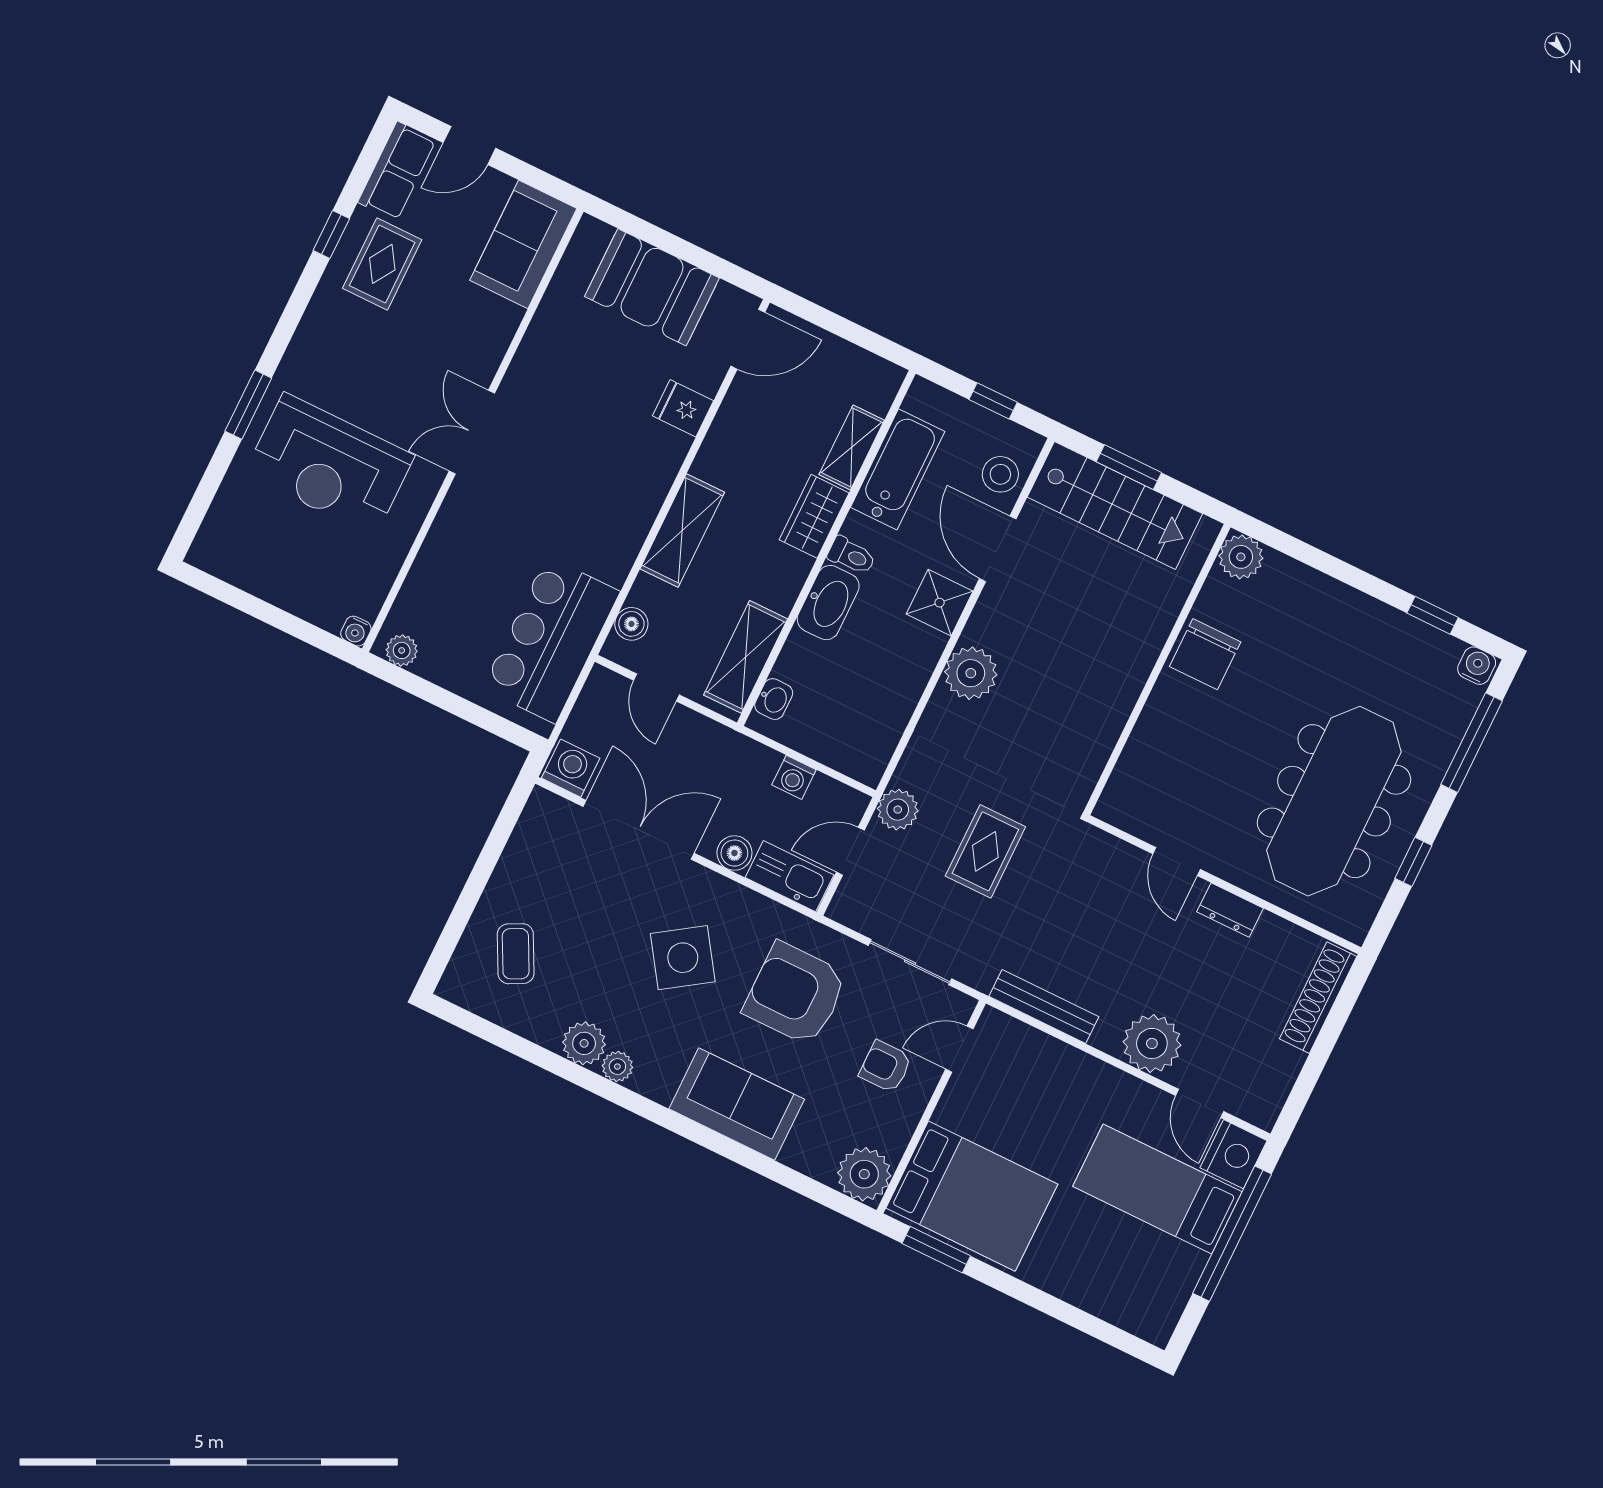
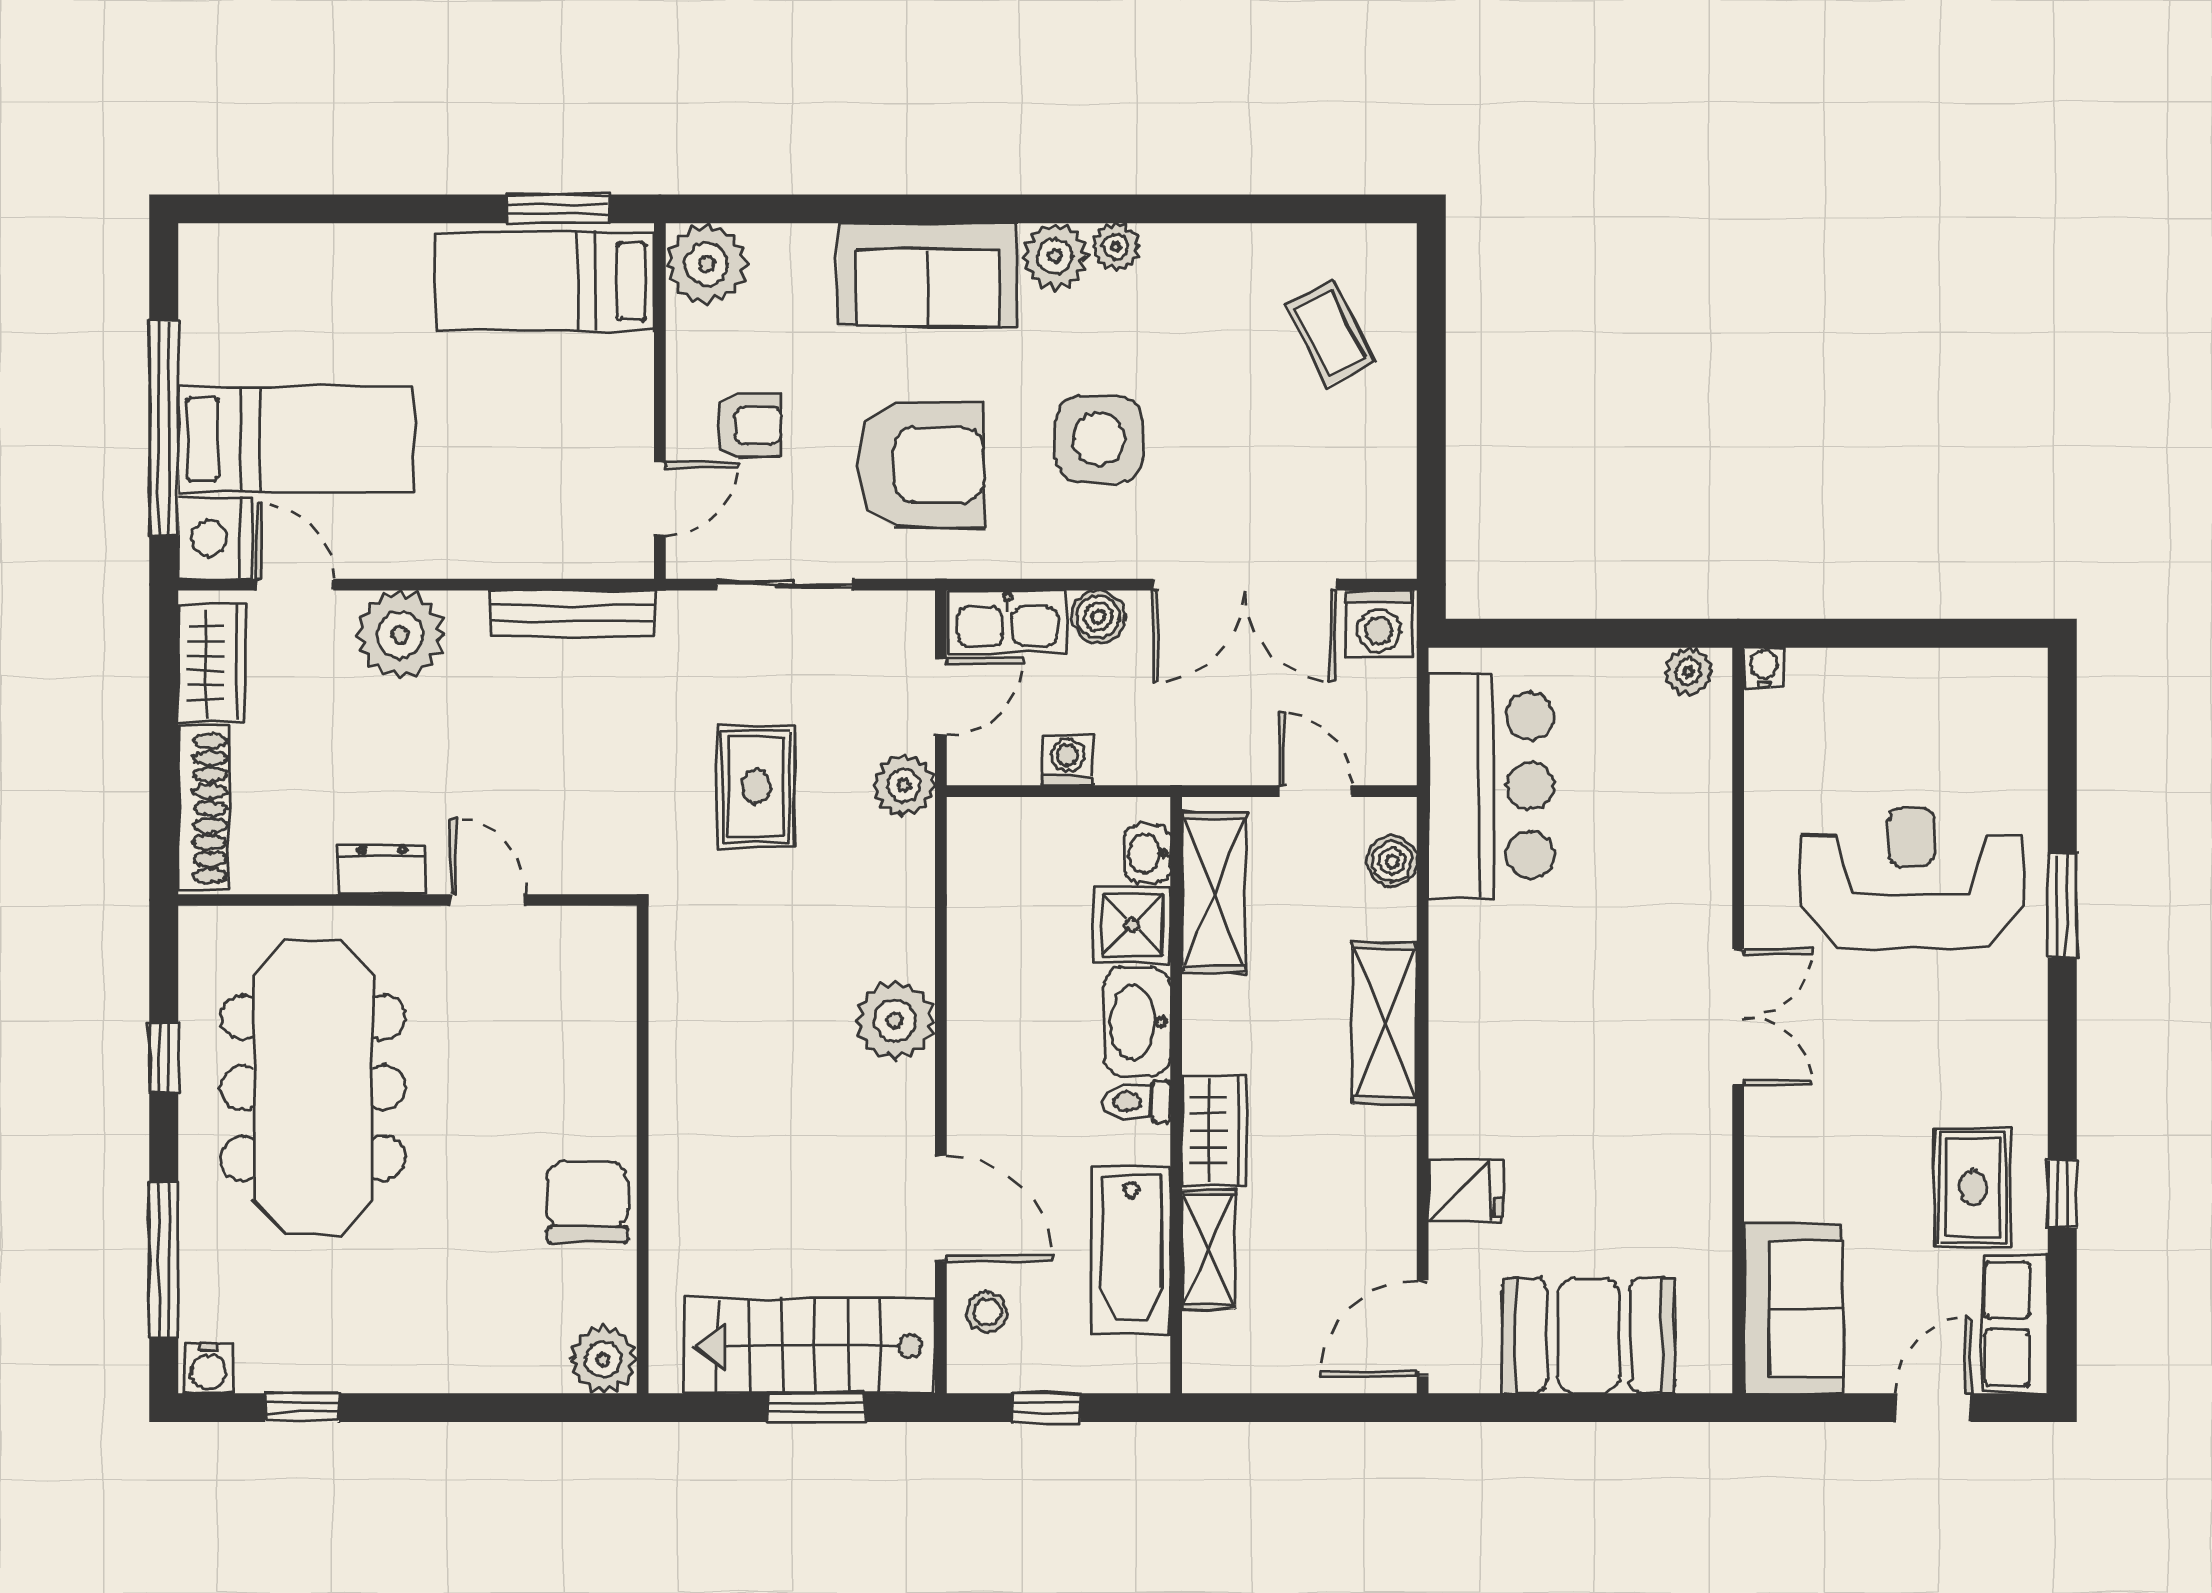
stool: (1000, 474) -> (987, 1312), width x0.73, depth x0.73
shower: (940, 603) -> (1132, 925), moved
side table: (683, 958) -> (1099, 439), turned 34
plant: (584, 1043) -> (1055, 256), moved
wardrobe: (1271, 1081) -> (212, 663), added
bed: (972, 1196) -> (545, 281), width x0.67

